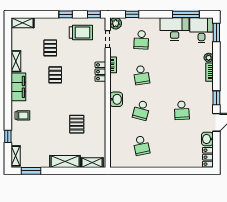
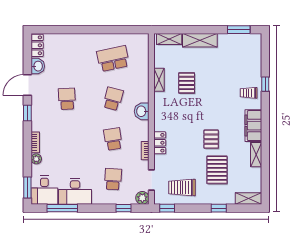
window: (66, 14) -> (219, 208), moved
pallet: (50, 48) -> (217, 170), width x1.50, depth x1.42
window: (8, 136) -> (265, 84), moved
school desk: (141, 145) -> (113, 59), width x1.85
shelving: (16, 156) -> (159, 80), moved

